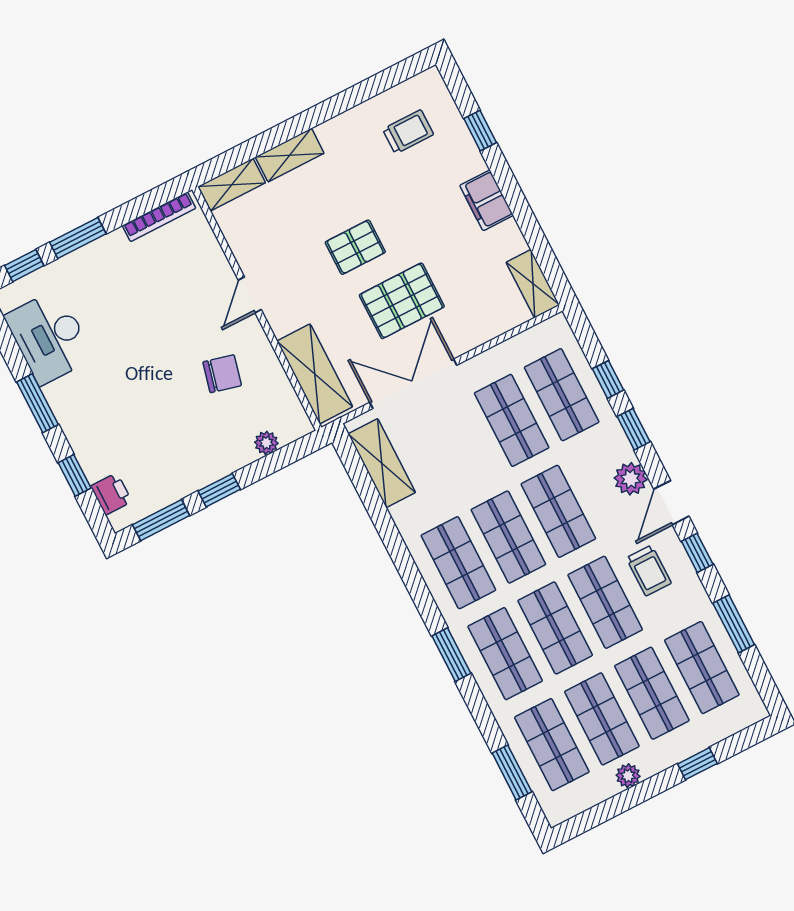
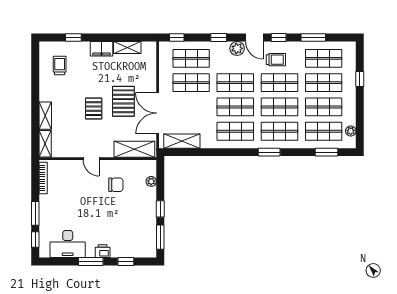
shelving: (533, 284) -> (127, 47), moved
chair: (222, 374) -> (116, 185), turned 76
window: (608, 379) -> (177, 38), moved
printer: (111, 494) -> (103, 251), moved
plant: (628, 776) -> (351, 131), moved

